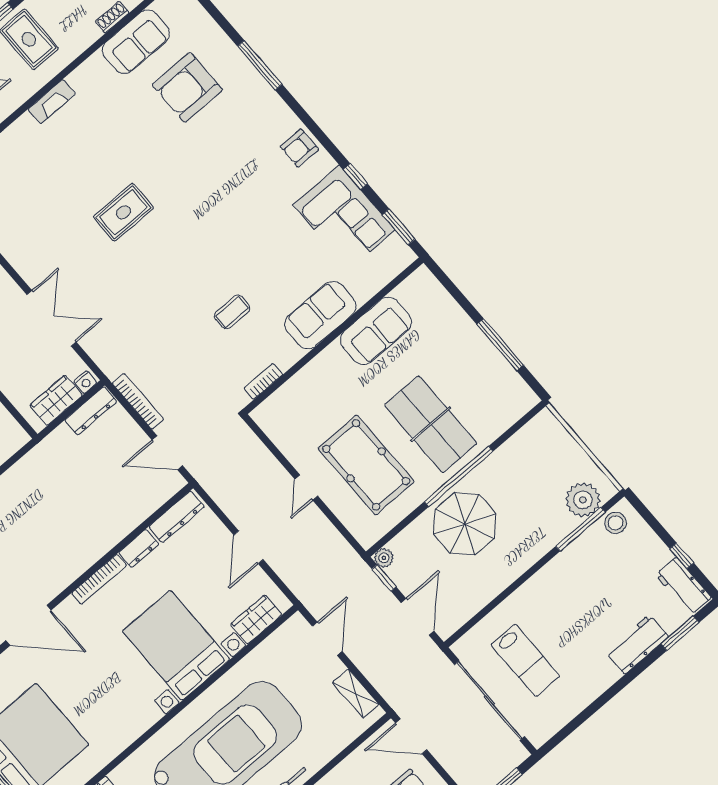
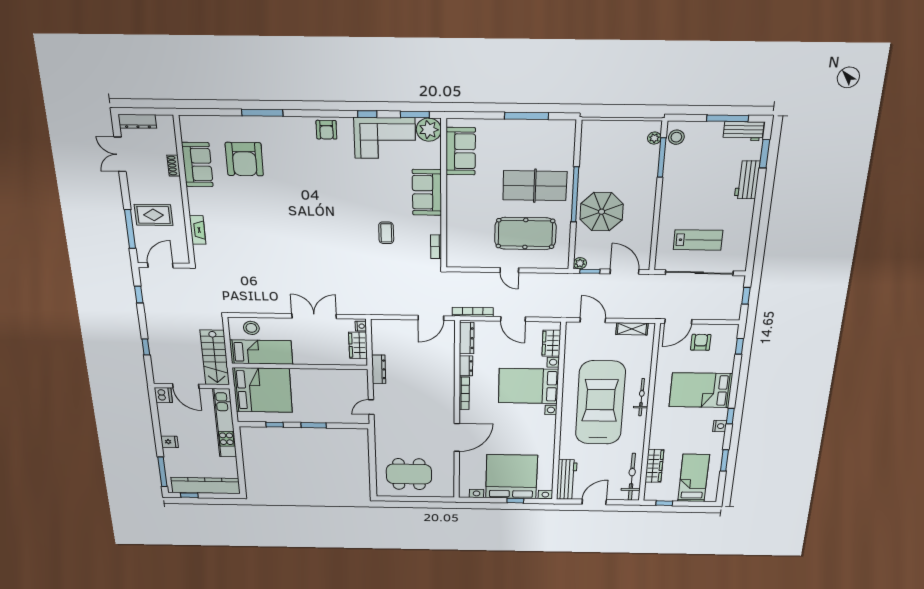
rug: (123, 212) -> (287, 242), removed
plant: (395, 256) -> (429, 130), added
sofa: (376, 331) -> (461, 151), moved
bookcase: (138, 401) -> (473, 312), moved
dresser: (91, 411) -> (379, 369), moved
plant: (583, 500) -> (654, 138), width x0.53, depth x0.53
window: (682, 556) -> (728, 118), width x2.17

